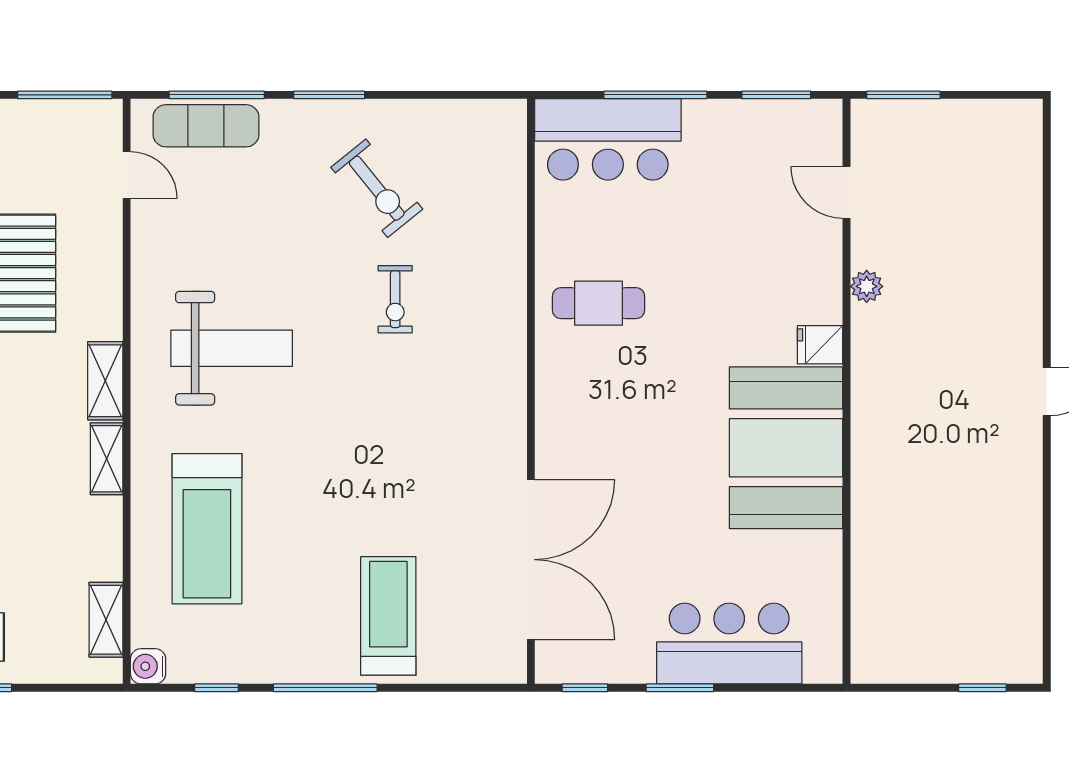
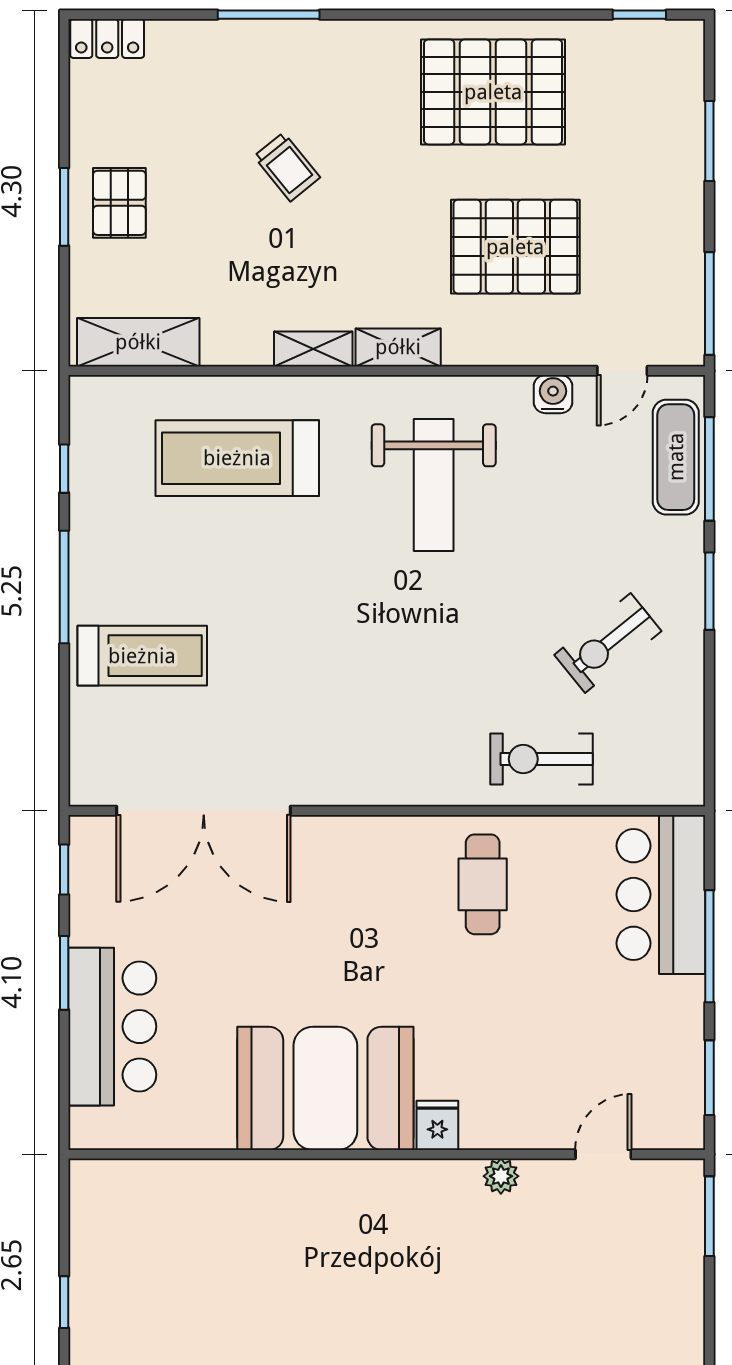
exercise bike: (395, 299) -> (542, 759), moved, width x1.38, depth x1.39
shelving: (106, 620) -> (138, 342), width x1.50, depth x1.33
water cooler: (148, 666) -> (553, 394), moved

